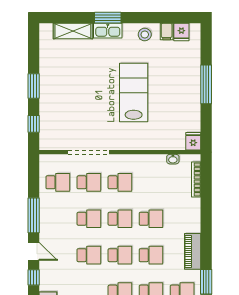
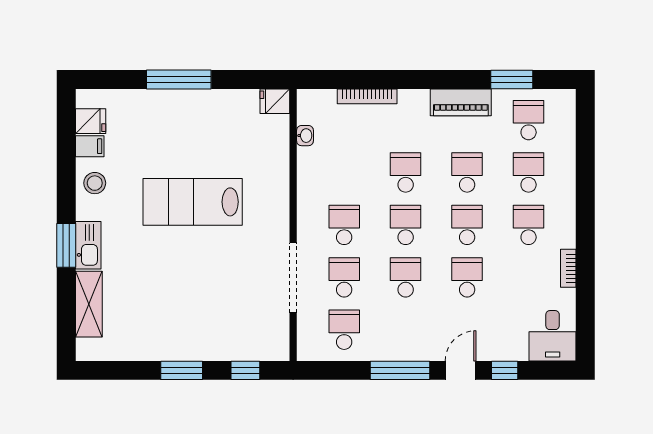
bookcase: (196, 179) -> (367, 96), moved

